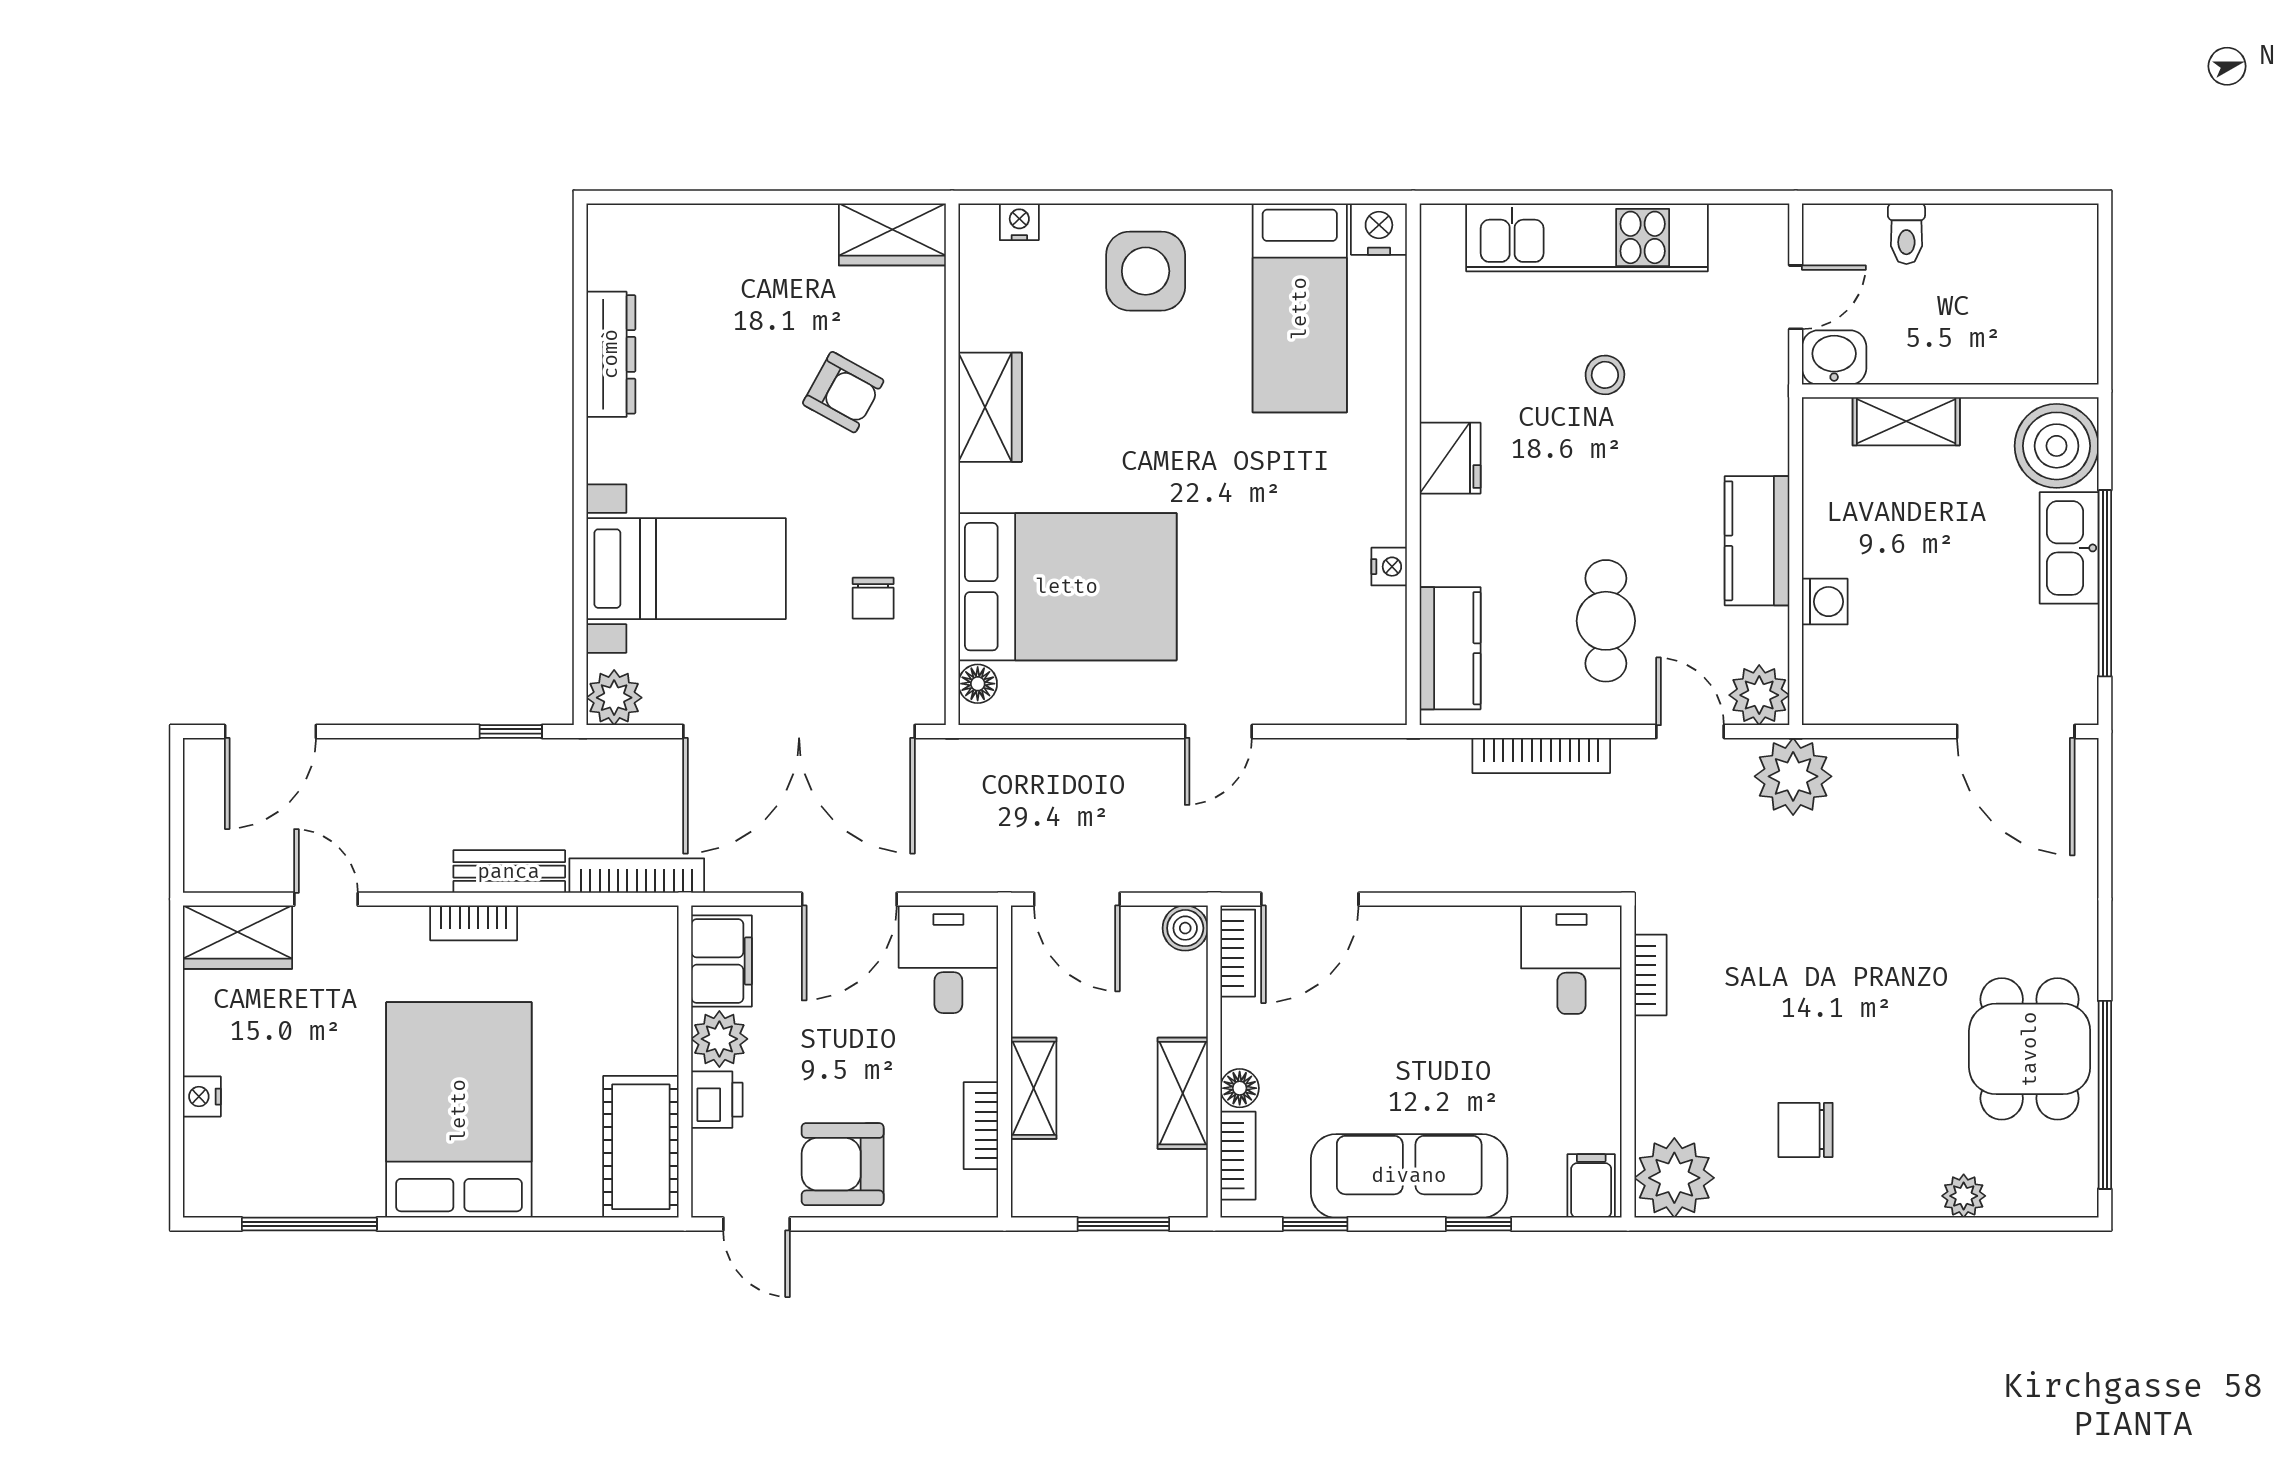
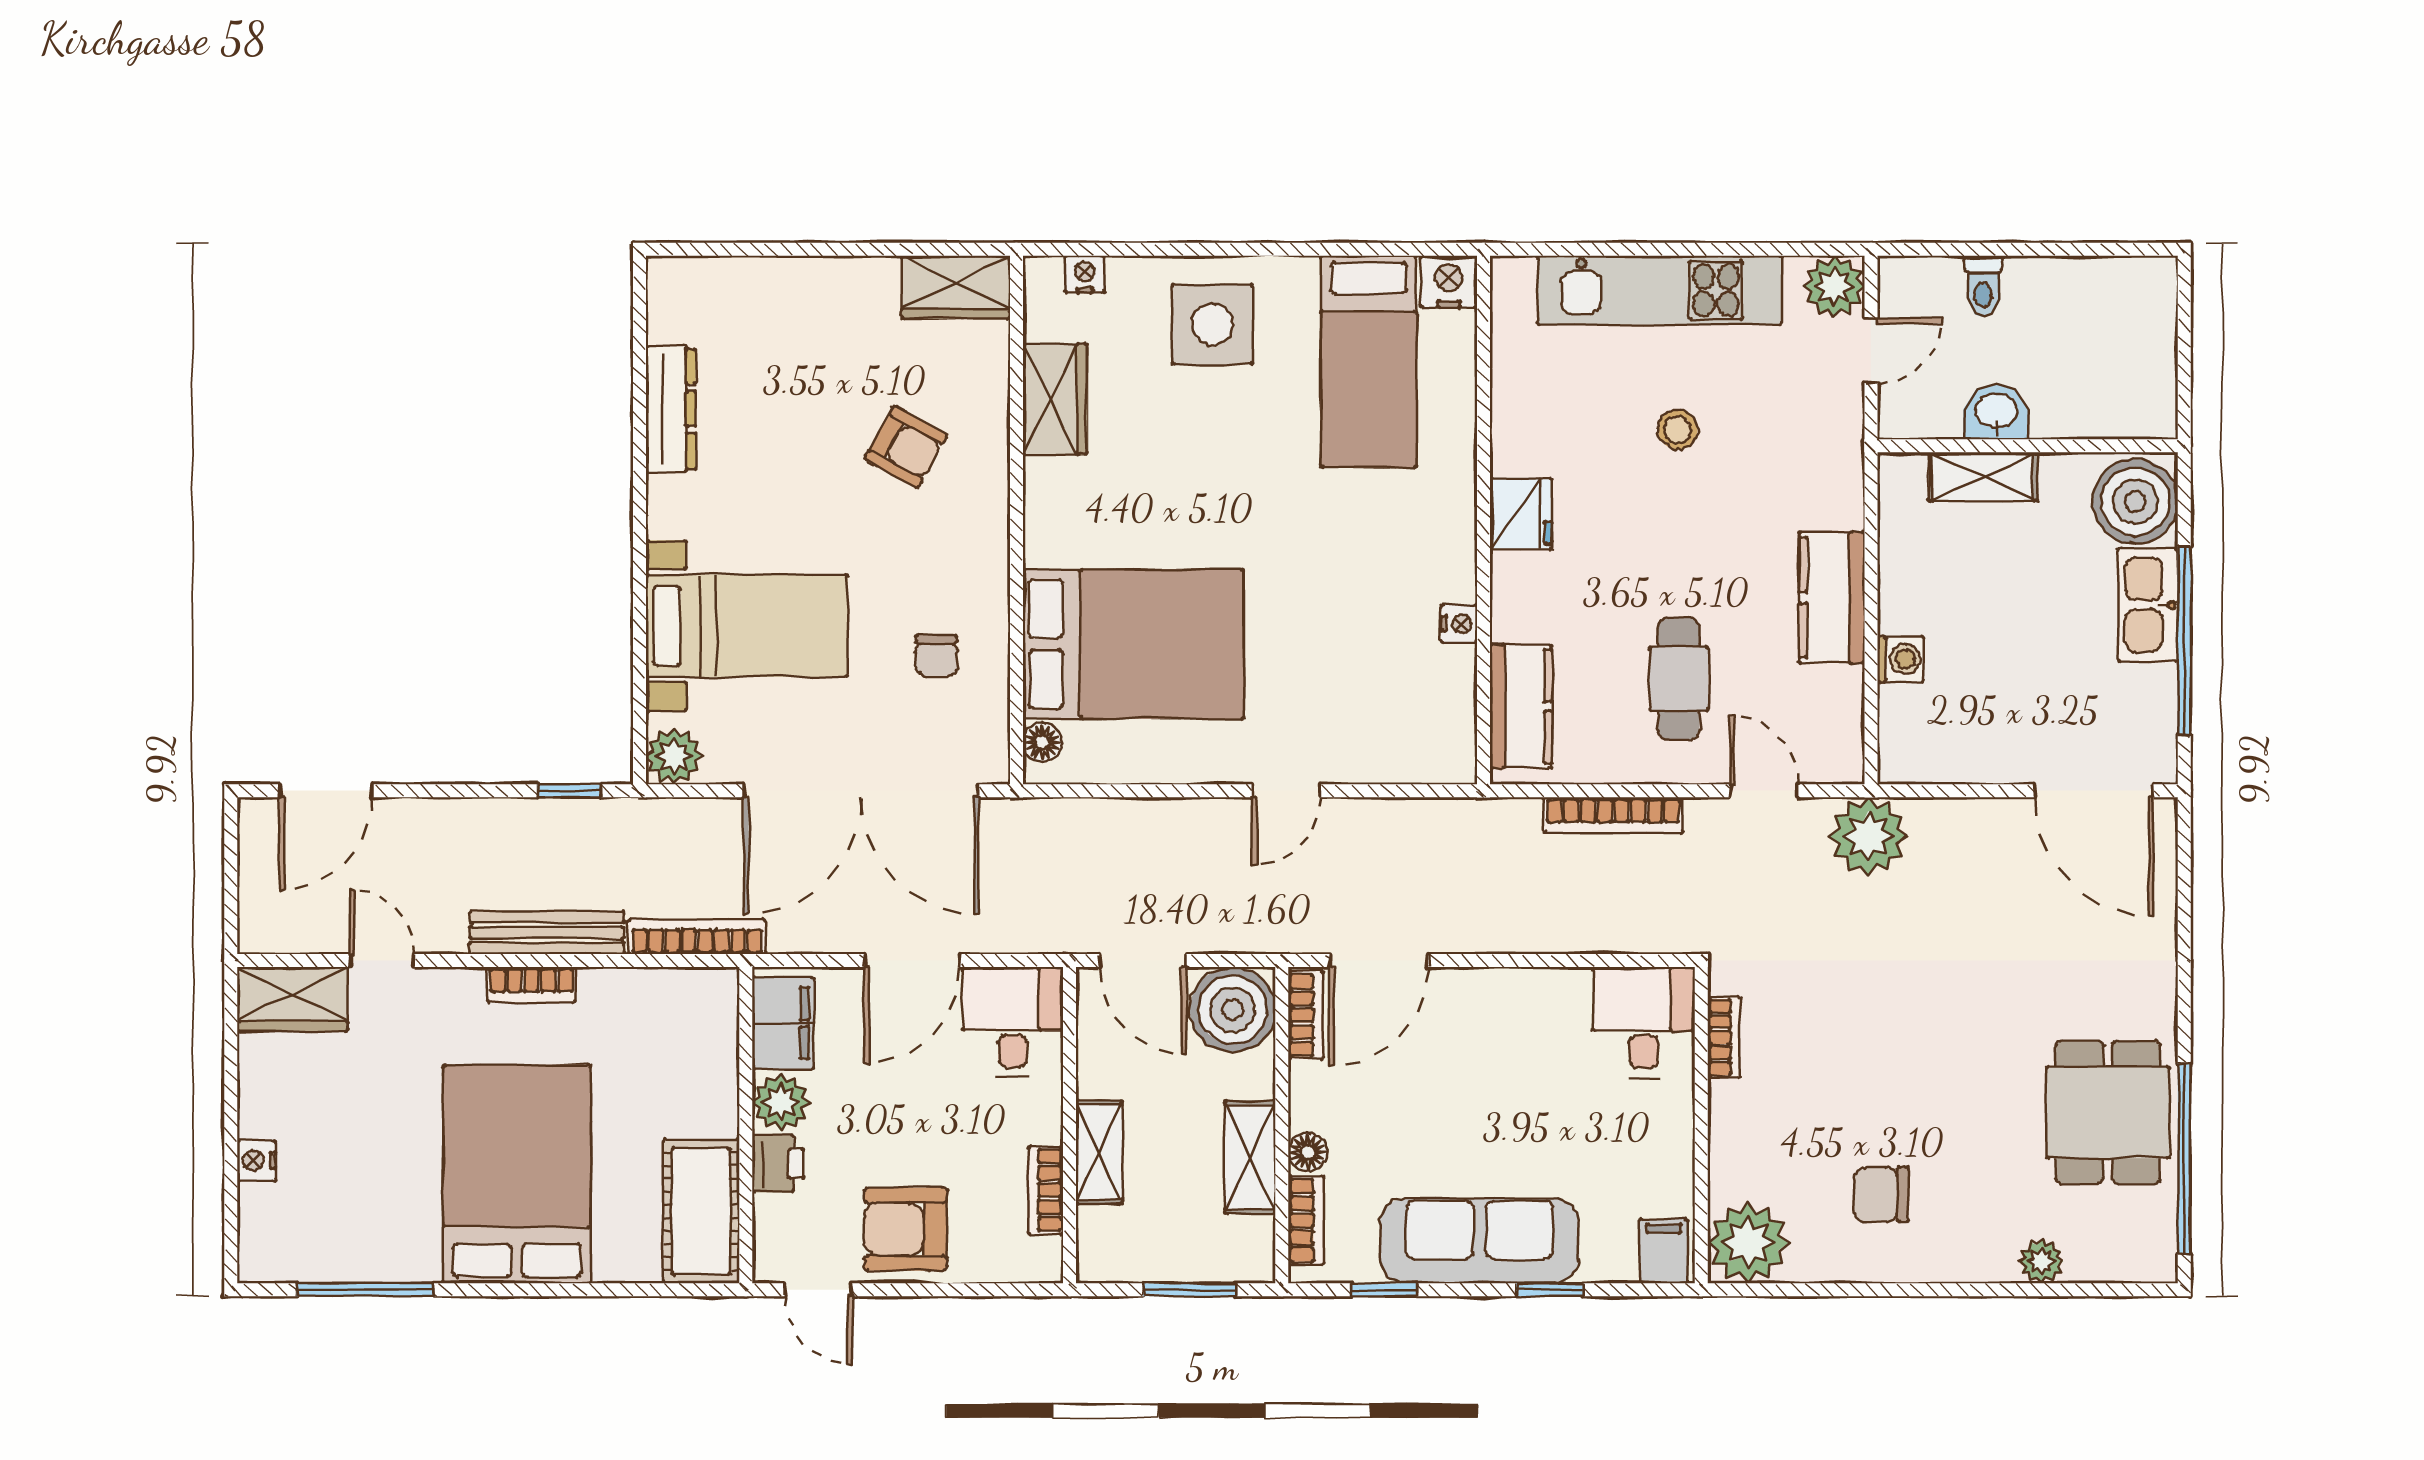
washbasin: (1834, 357) -> (1996, 412), moved
wardrobe: (990, 407) -> (1055, 399), moved
plant: (1759, 695) -> (1834, 286), moved
bench: (509, 872) -> (547, 933), width x1.36
boiler: (1185, 928) -> (1233, 1010), width x1.86, depth x1.86

